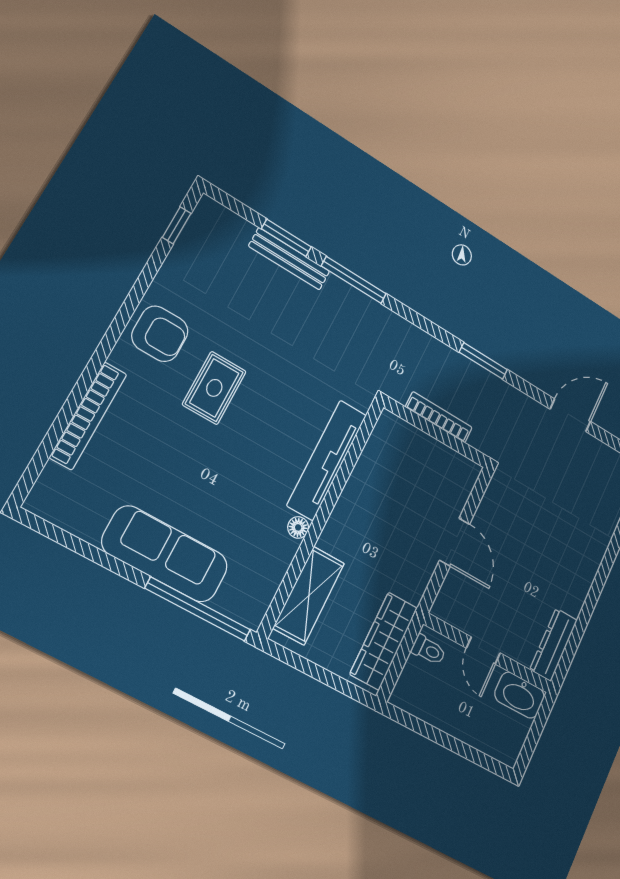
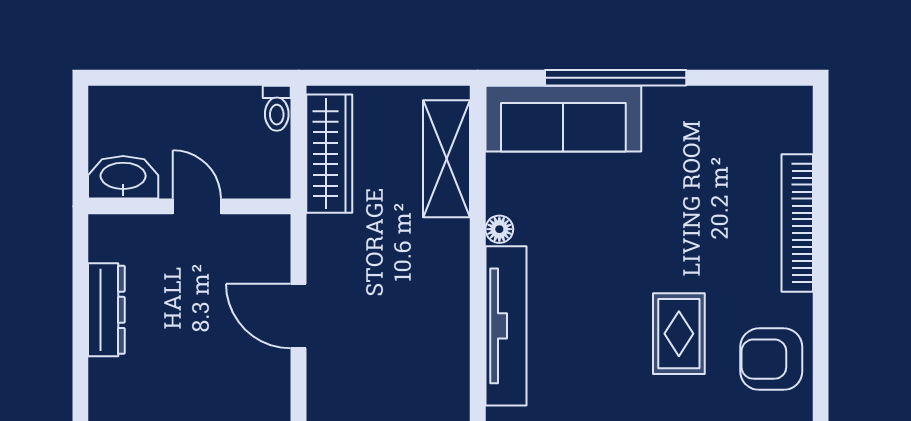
sofa: (165, 554) -> (563, 119), moved
window: (198, 609) -> (616, 78), moved
dresser: (554, 645) -> (106, 310), moved
toilet: (429, 650) -> (277, 108), moved, turned -90

